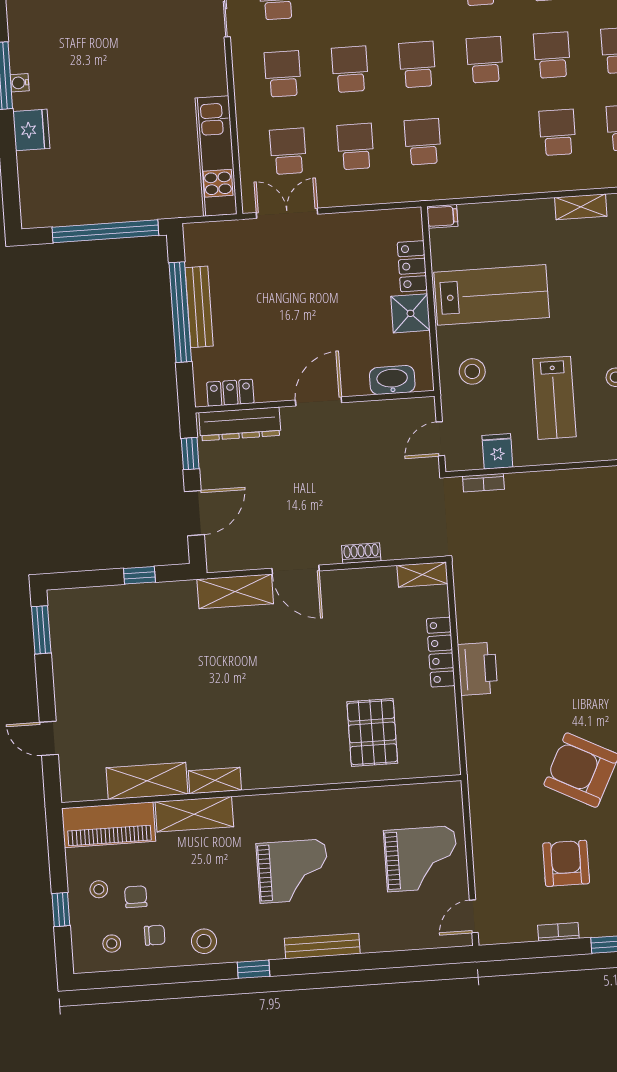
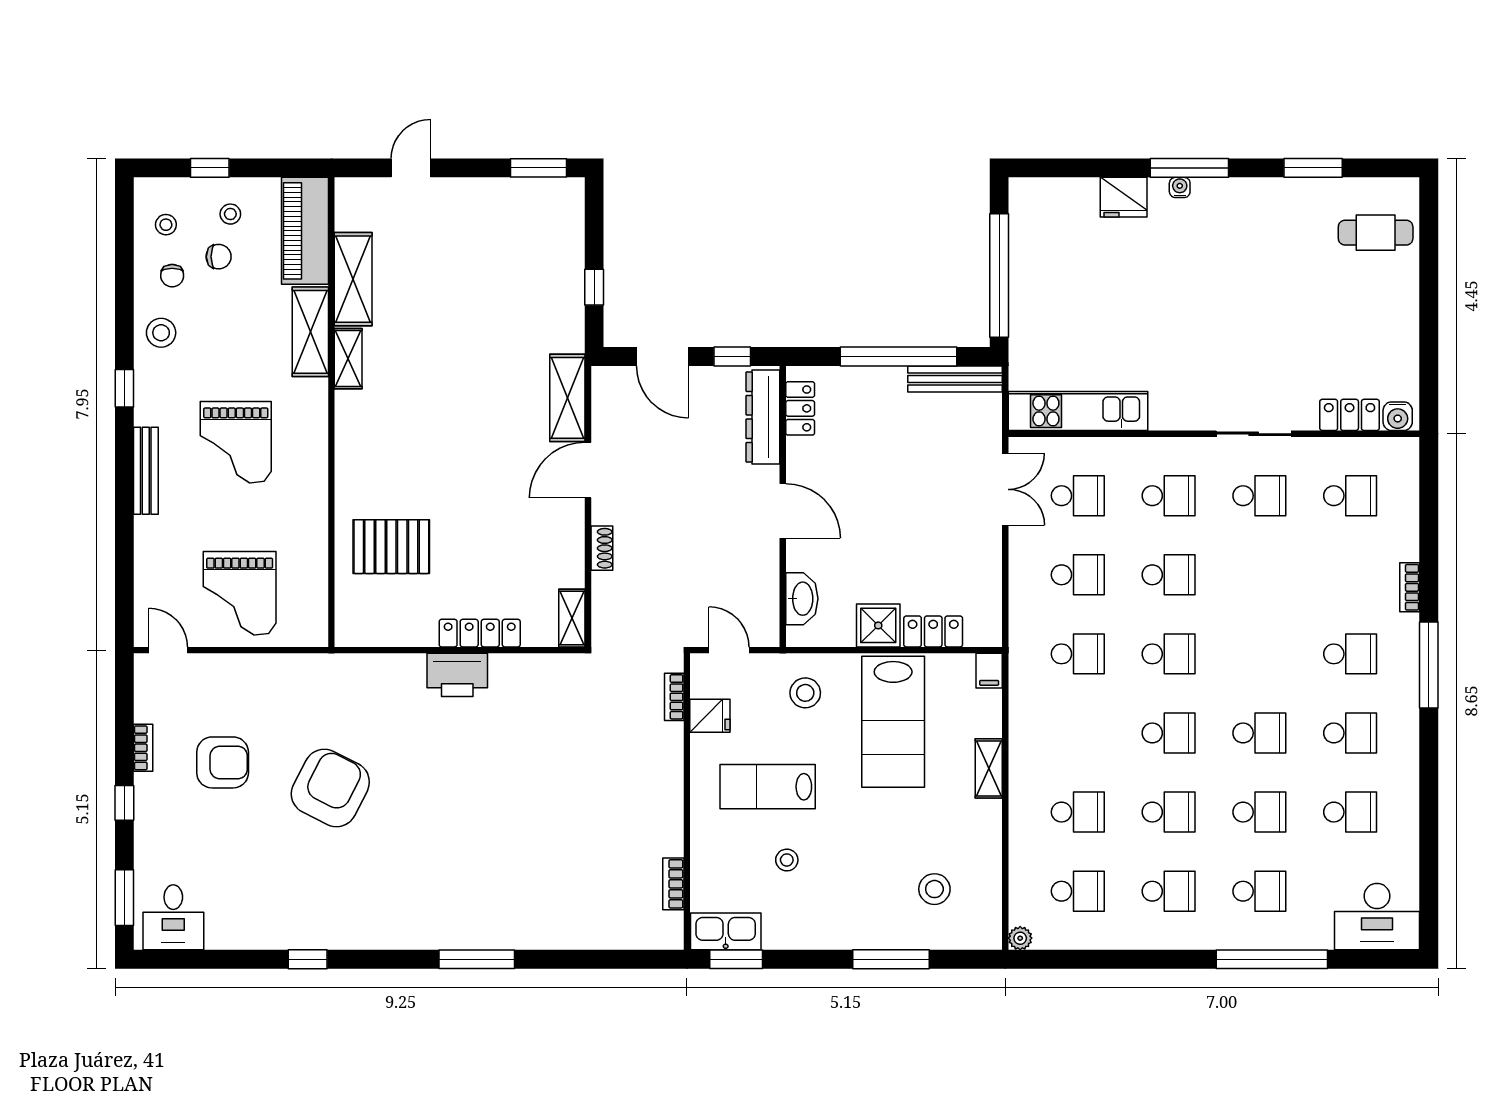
shelving: (581, 207) -> (989, 768), moved
bench: (199, 307) -> (955, 379), moved

